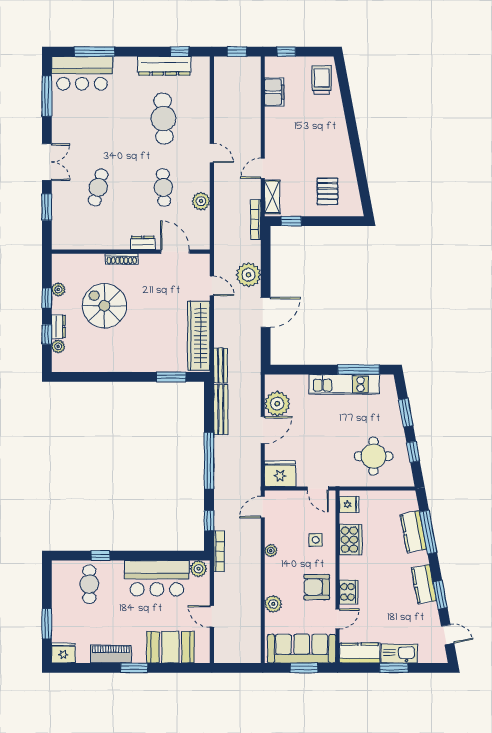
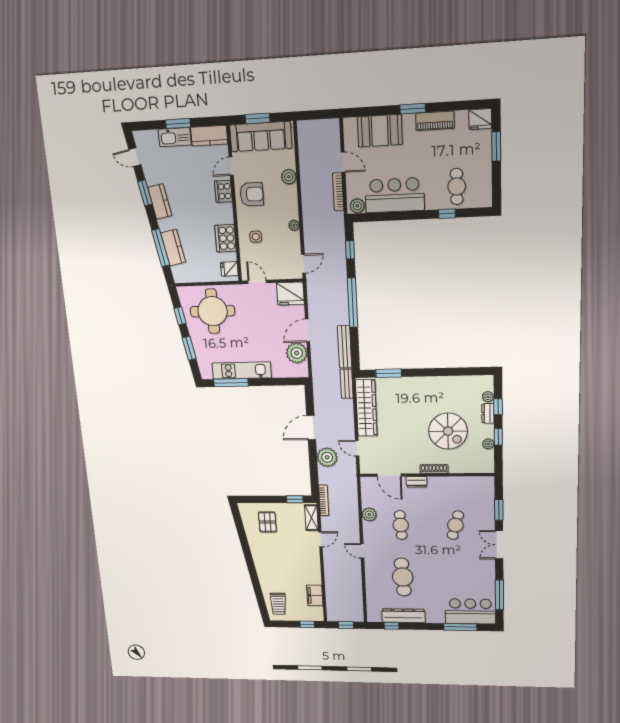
round table: (373, 456) -> (212, 311), width x1.36, depth x1.36
bookcase: (219, 551) -> (338, 192), moved

